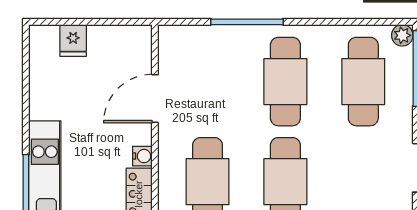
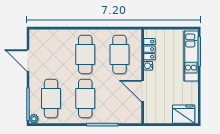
fridge: (73, 40) -> (184, 114), width x1.88, depth x1.34
door: (155, 99) -> (143, 91), swing flipped

